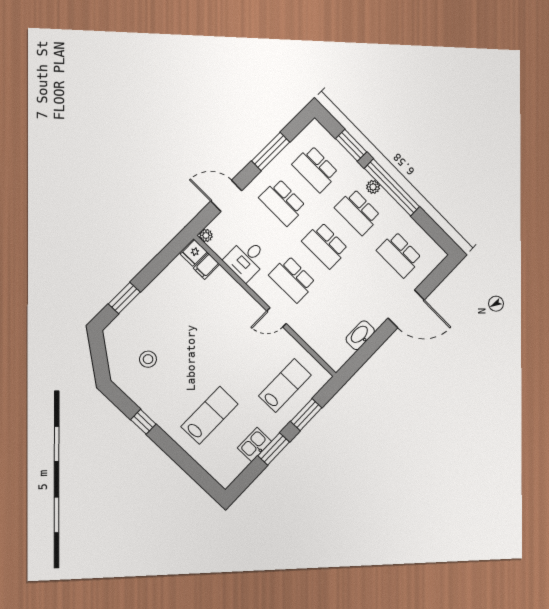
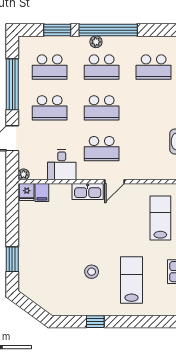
window: (271, 152) -> (12, 84), width x1.46
kitchen sink: (246, 303) -> (88, 191), added
stool: (148, 359) -> (92, 272), moved

